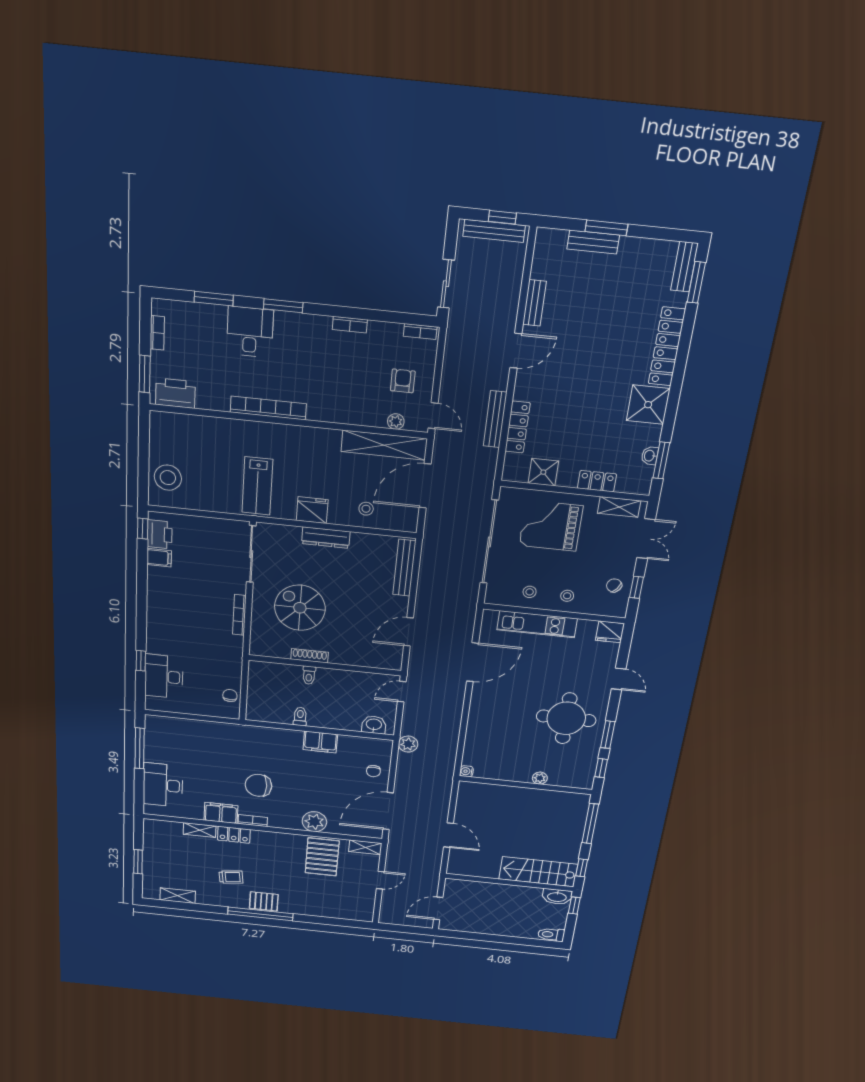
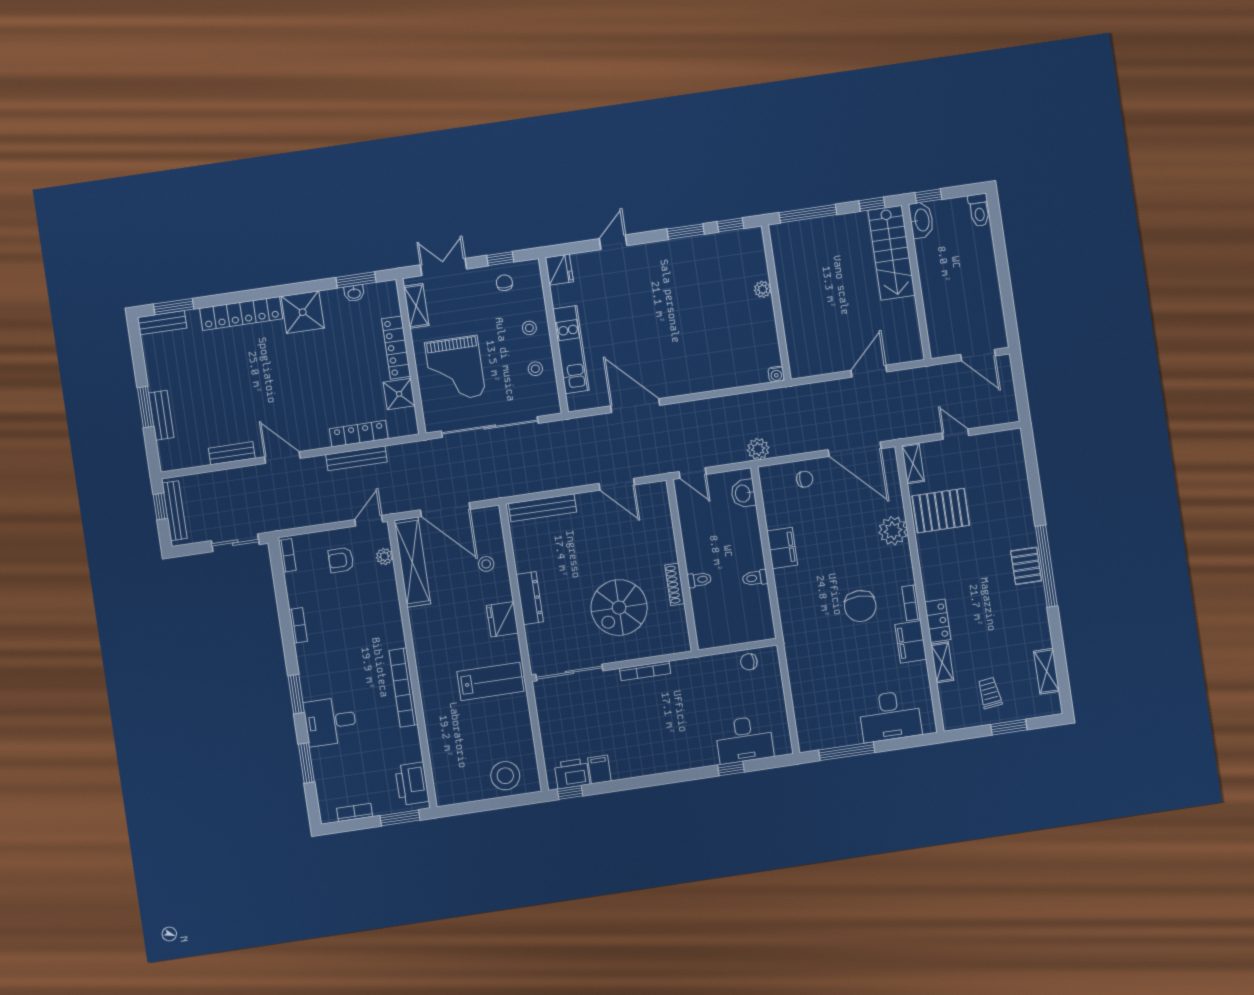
locker: (597, 481) -> (396, 348), width x1.53
chair: (614, 585) -> (504, 283), turned 143
round table: (566, 718) -> (677, 284), removed
trolley: (231, 877) -> (990, 693), moved

